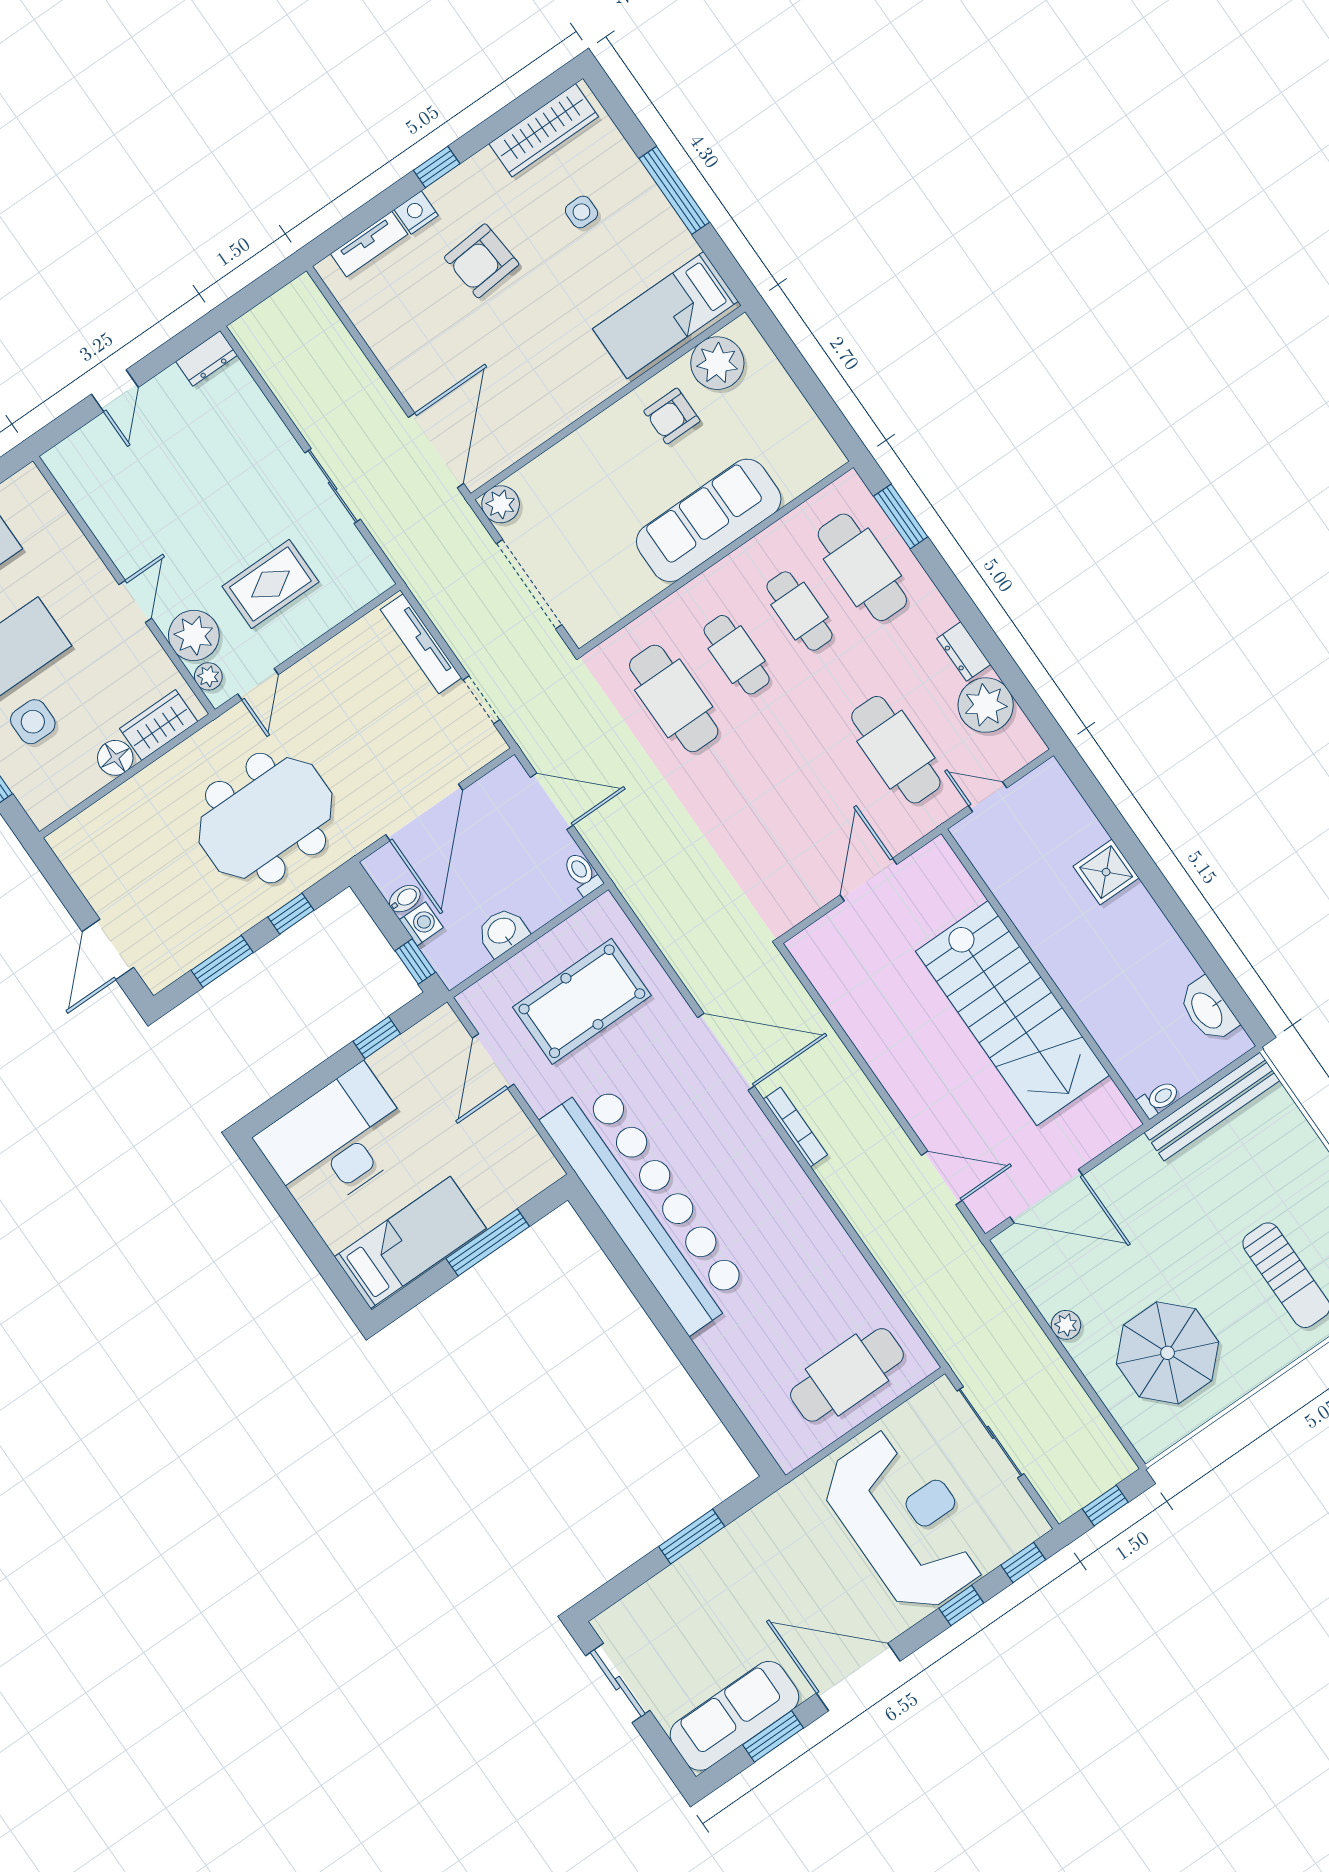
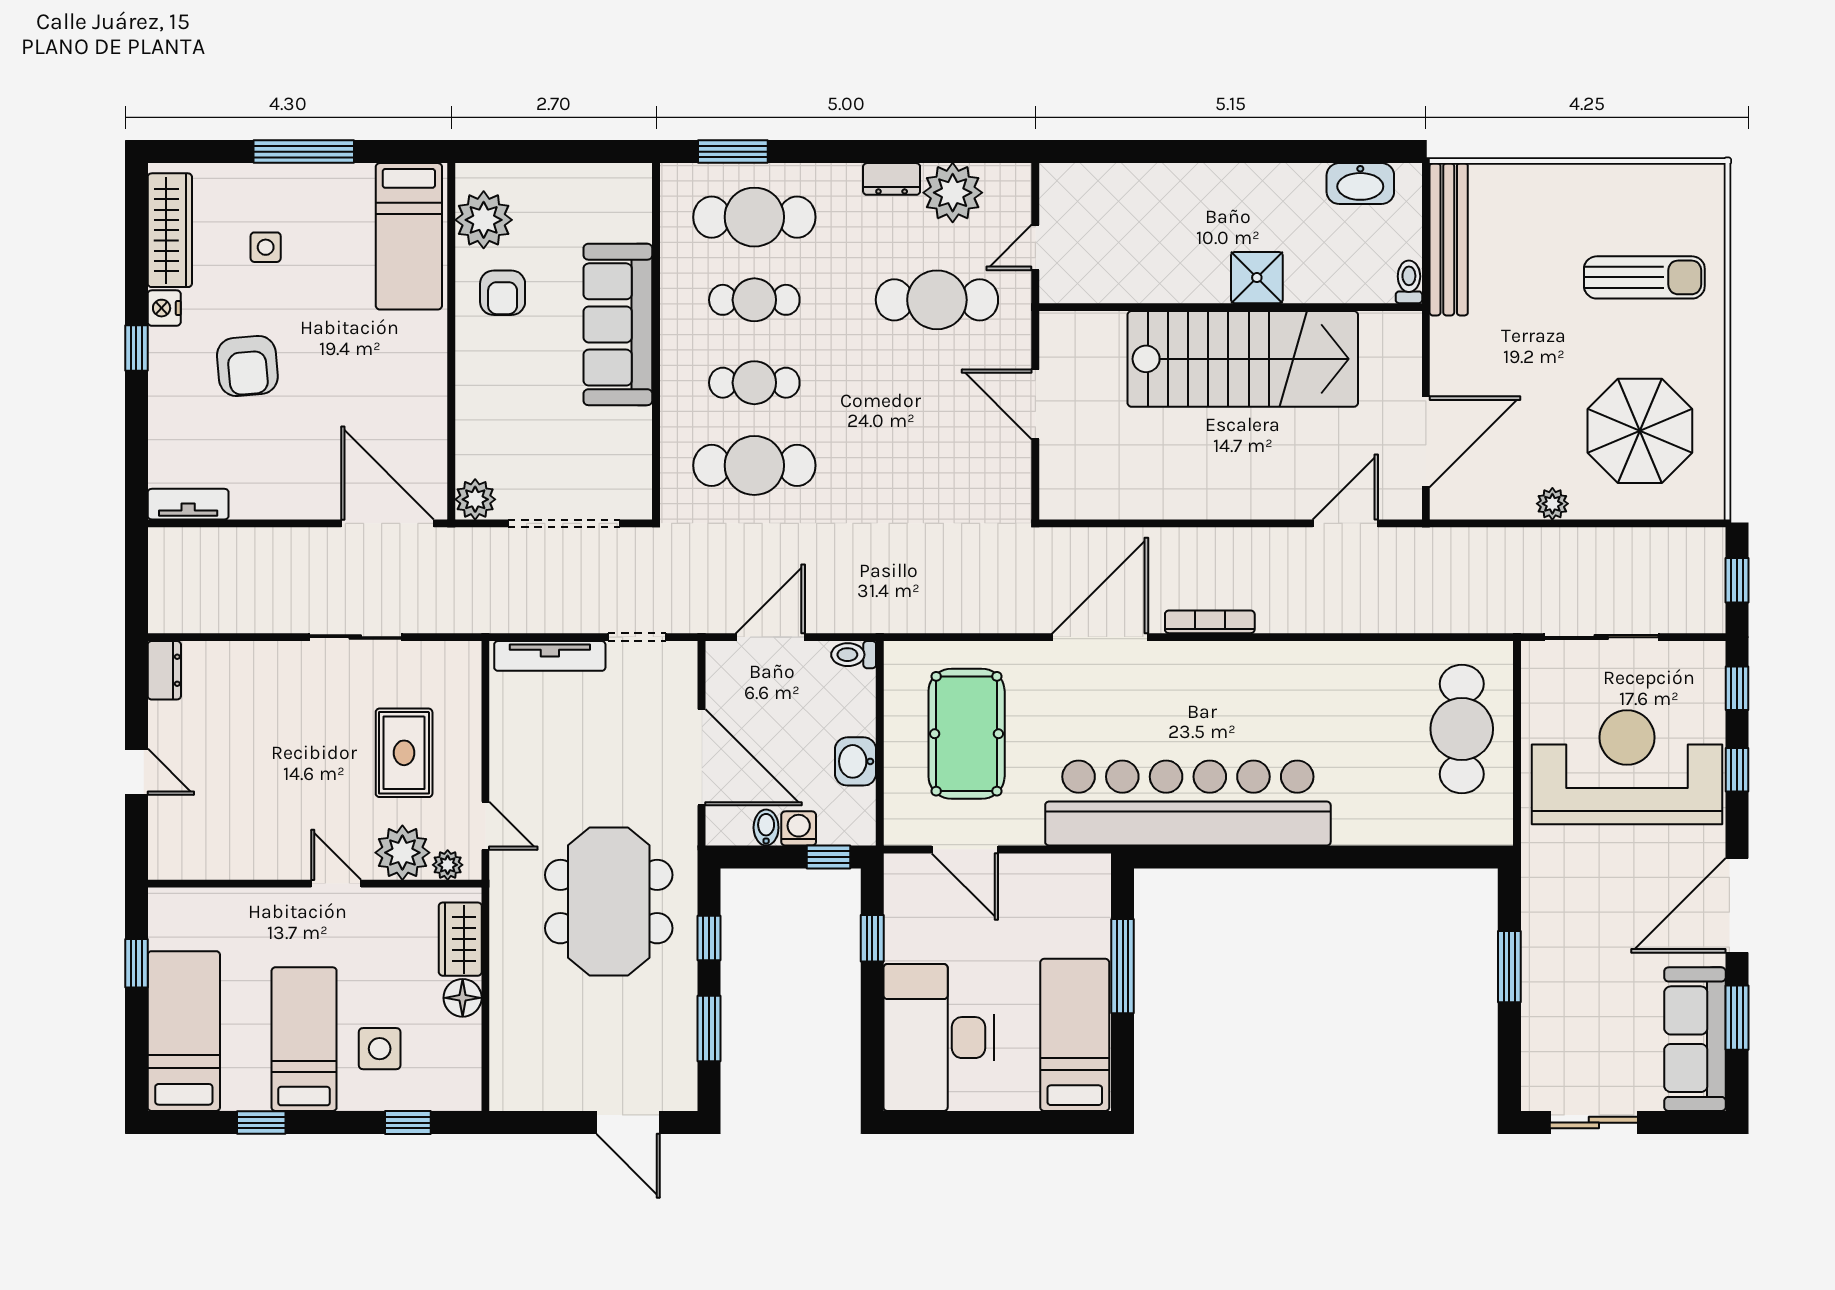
nightstand: (416, 213) -> (164, 308), moved
tv unit: (369, 244) -> (188, 504), moved, turned -90
shower: (1106, 872) -> (1257, 278), moved

